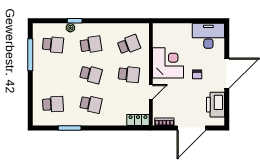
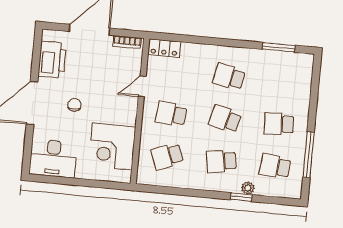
corner desk: (168, 63) -> (112, 147), moved
school desk: (53, 104) -> (279, 124), moved
window: (70, 128) -> (279, 47), moved

